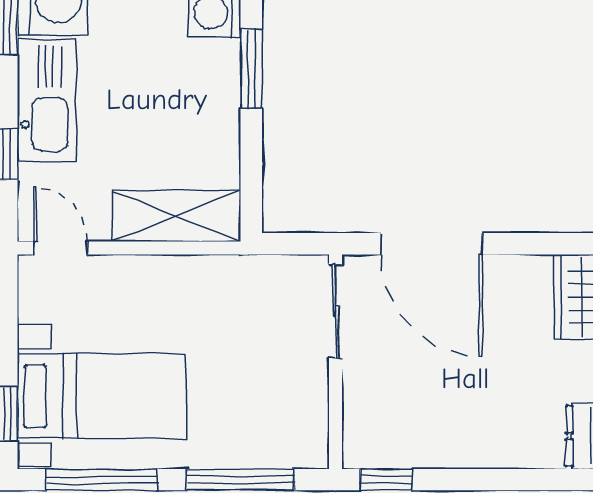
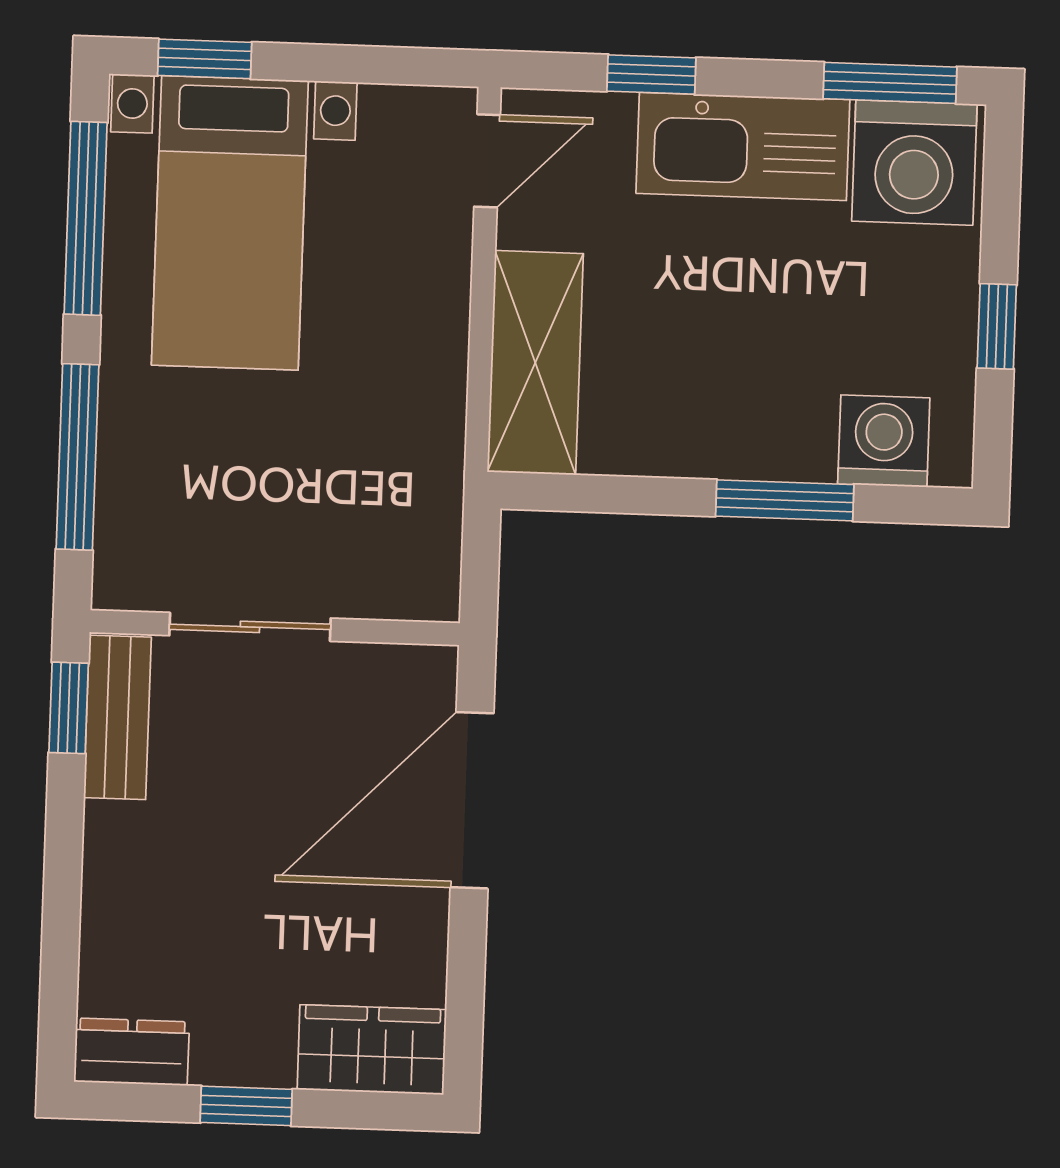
sliding door: (335, 311) -> (250, 627), moved
bench: (391, 451) -> (118, 717), added

